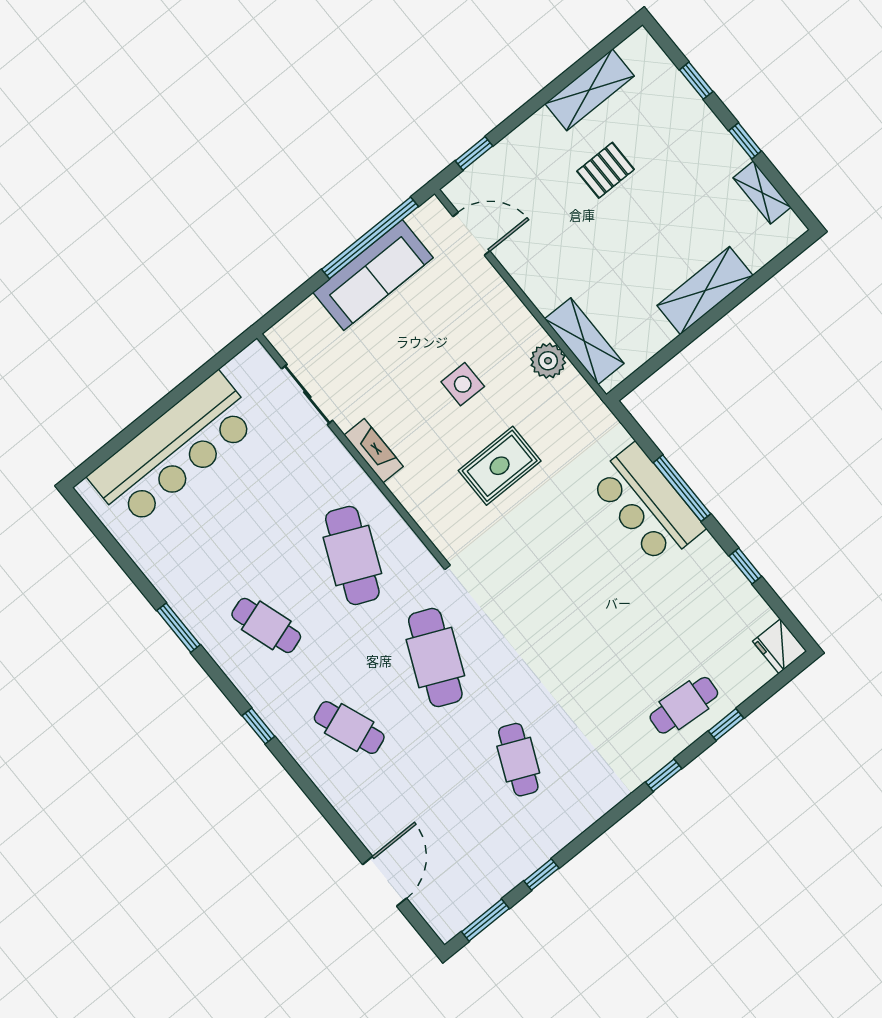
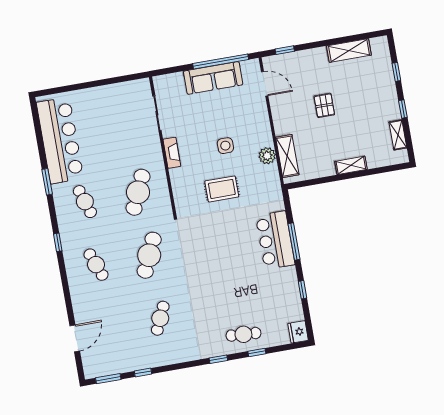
pallet: (606, 170) -> (324, 105), moved, turned 90
shelving: (705, 291) -> (351, 165), width x0.67, depth x0.75
bar counter: (174, 450) -> (60, 140), moved, turned -90

